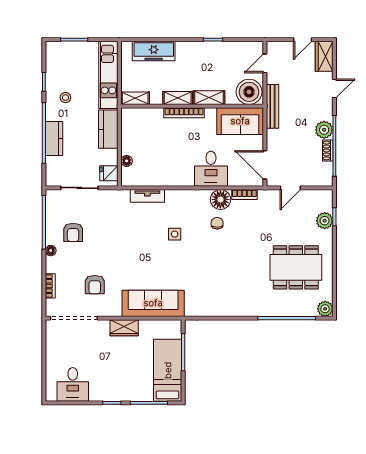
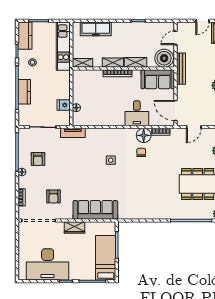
kitchen counter: (108, 129) -> (25, 36), moved, turned 180
fridge: (109, 173) -> (64, 105), moved
tv unit: (147, 196) -> (73, 133), moved
desk: (73, 384) -> (48, 264), width x1.87, depth x1.30

